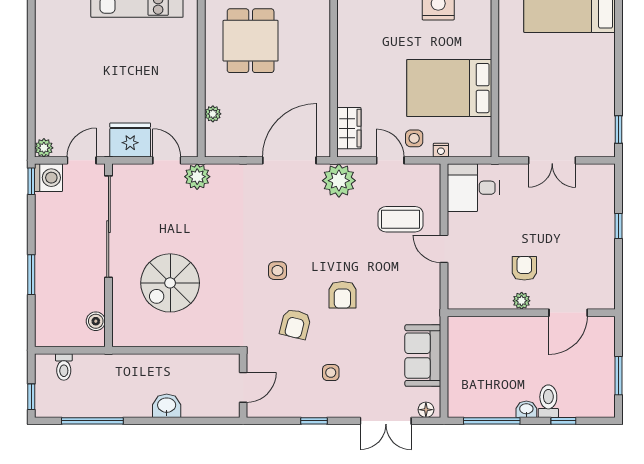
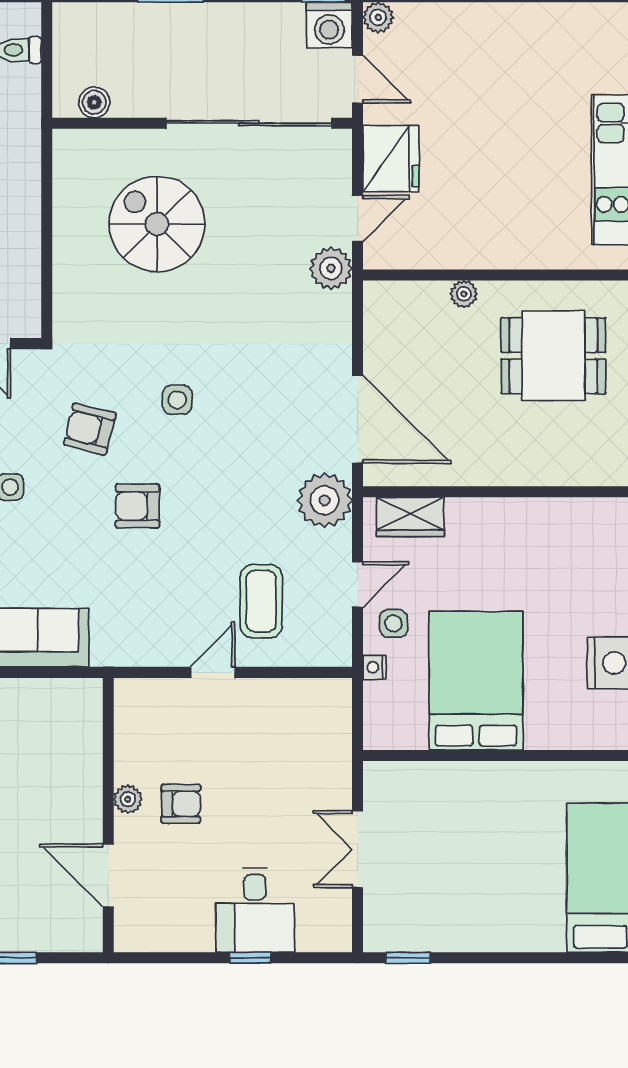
plant: (213, 114) -> (464, 294), moved
desk: (473, 188) -> (255, 910), moved, turned 180

